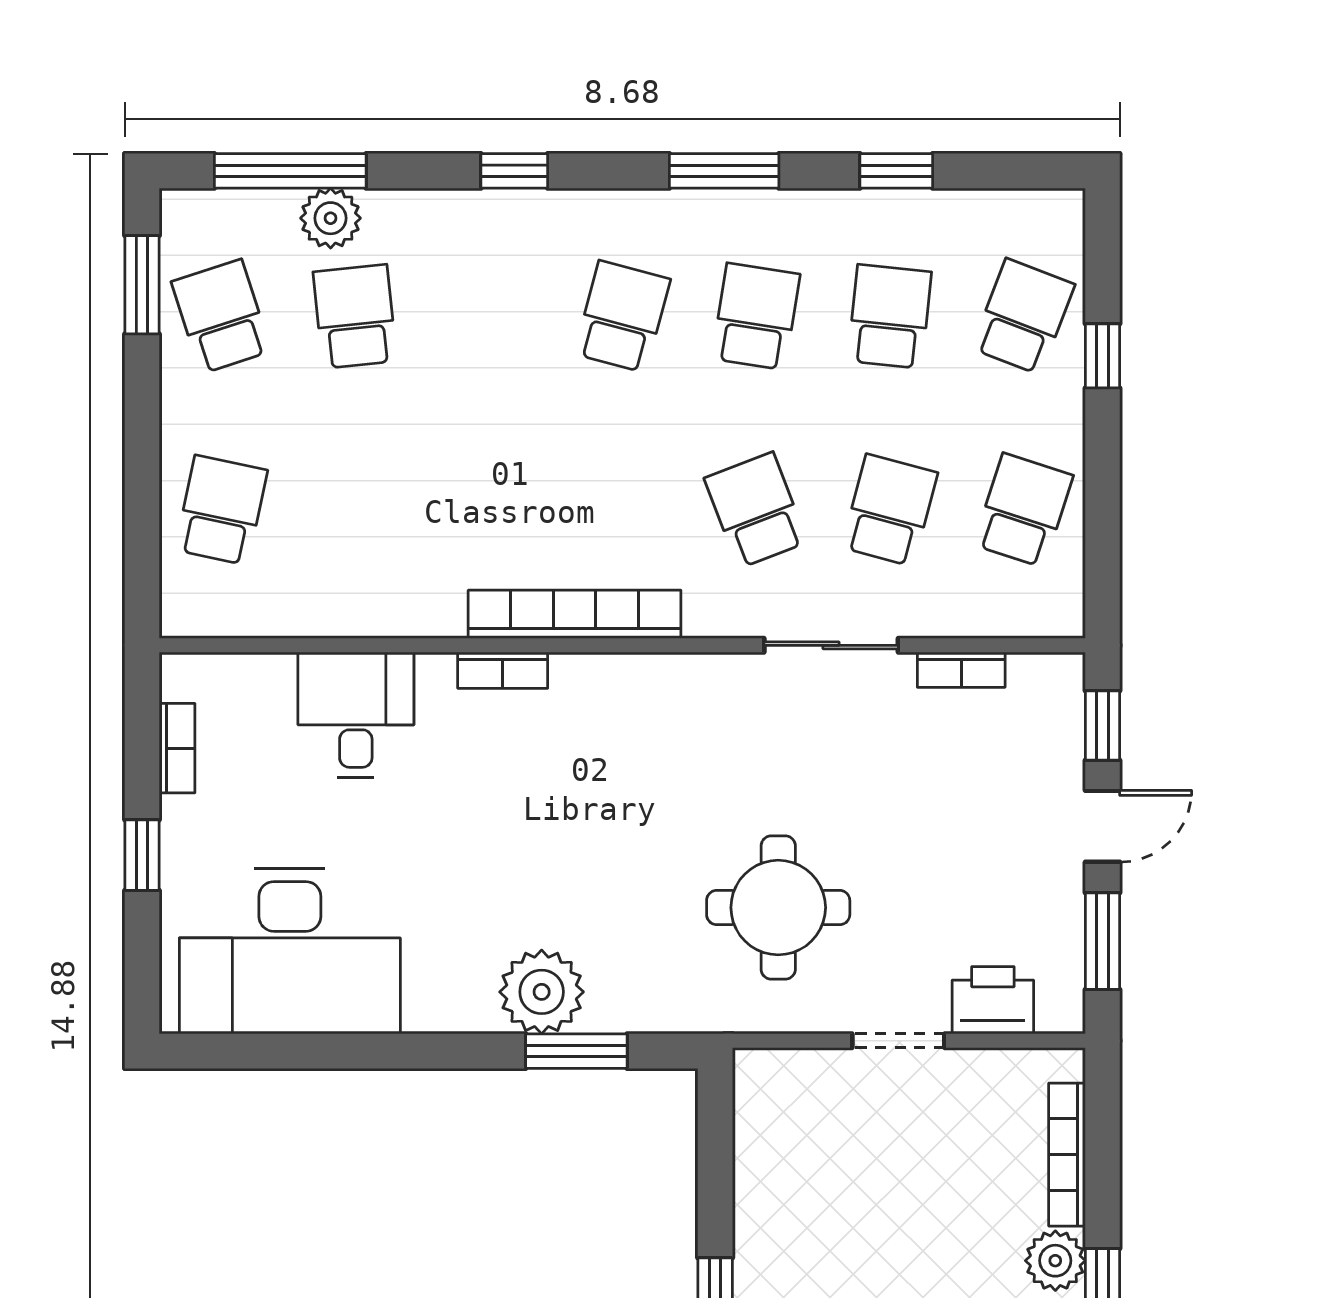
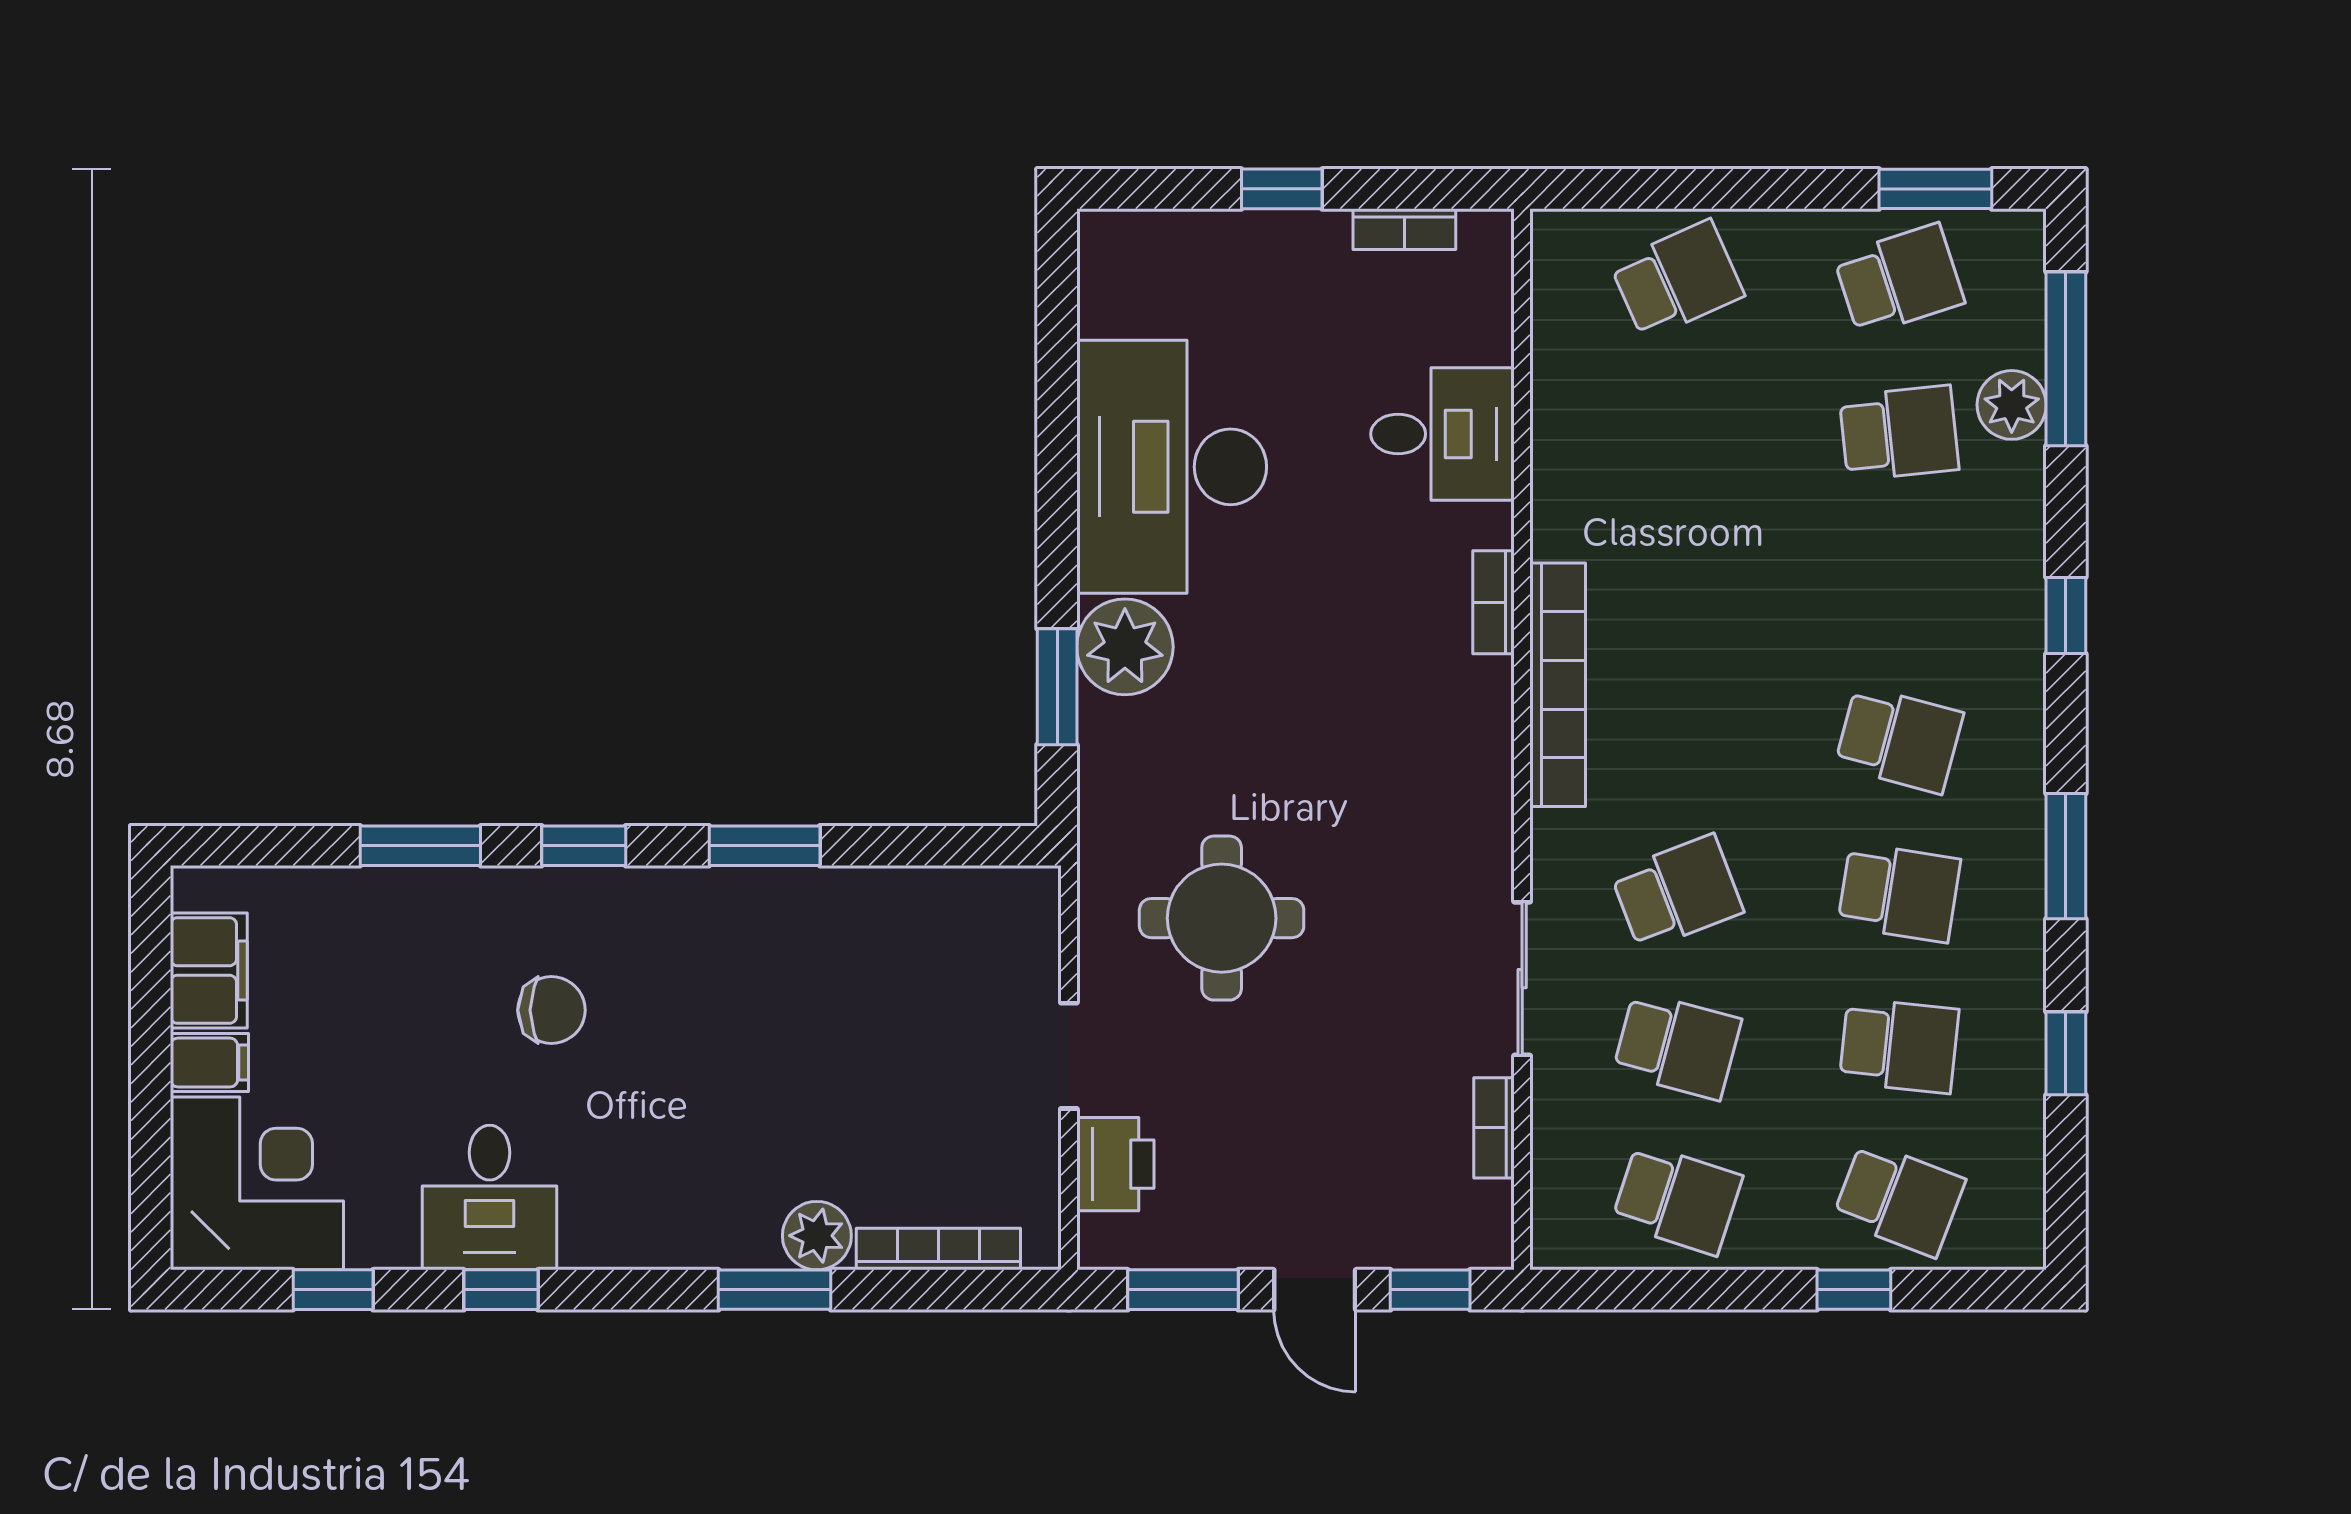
school desk: (221, 510) -> (1677, 280), turned -36
desk: (290, 951) -> (1172, 467), moved

